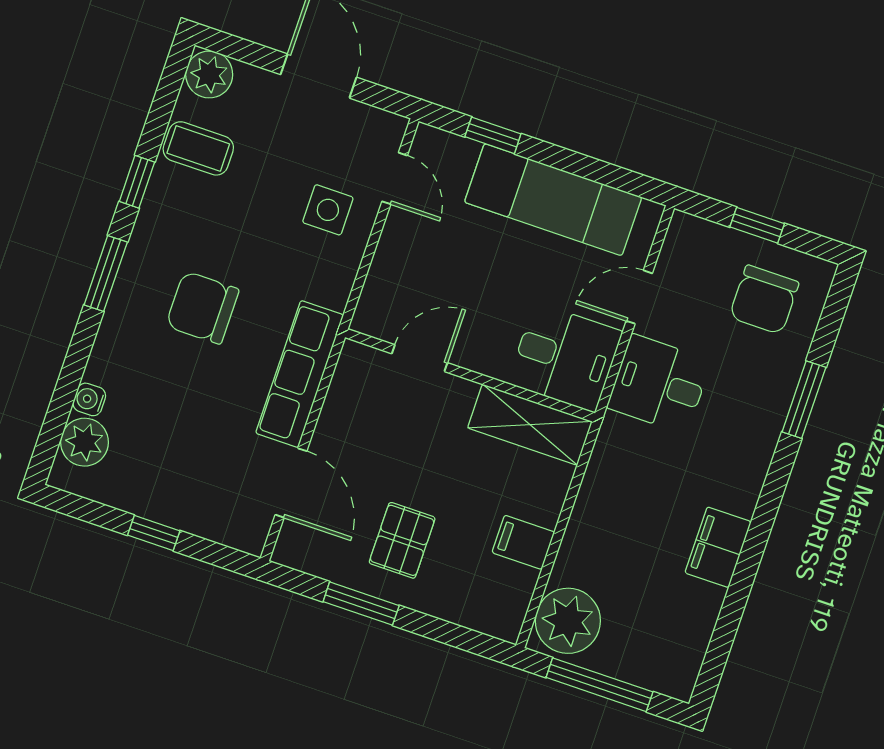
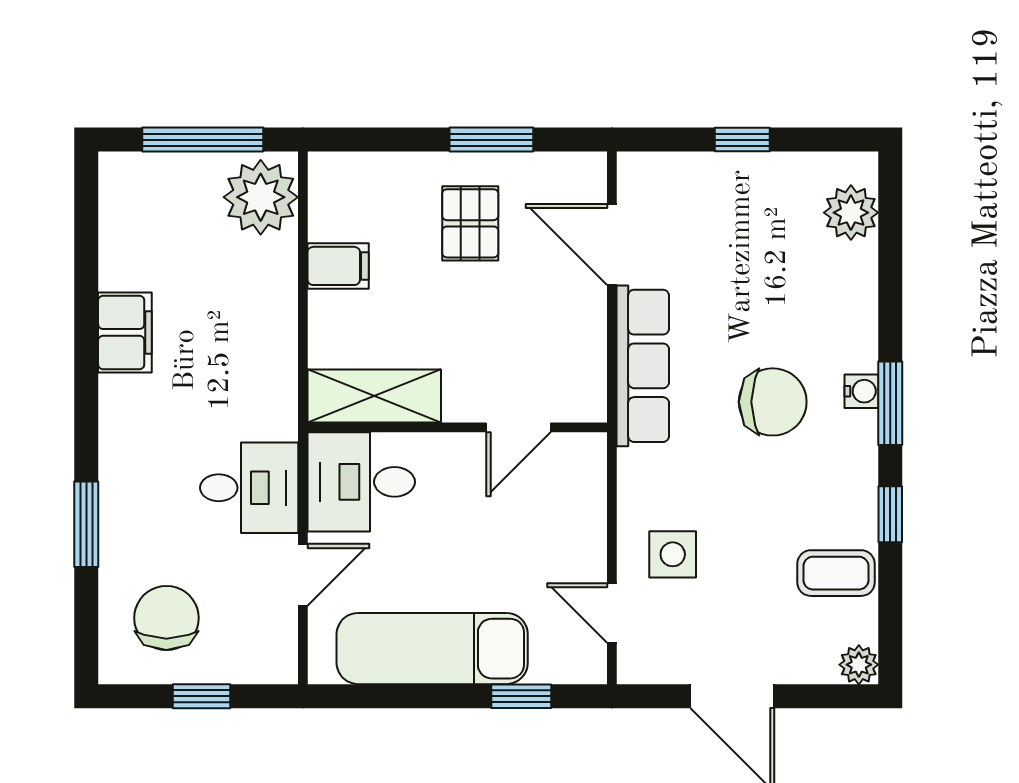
plant: (209, 74) -> (859, 665), width x0.73, depth x0.73
water cooler: (89, 399) -> (862, 391), moved

